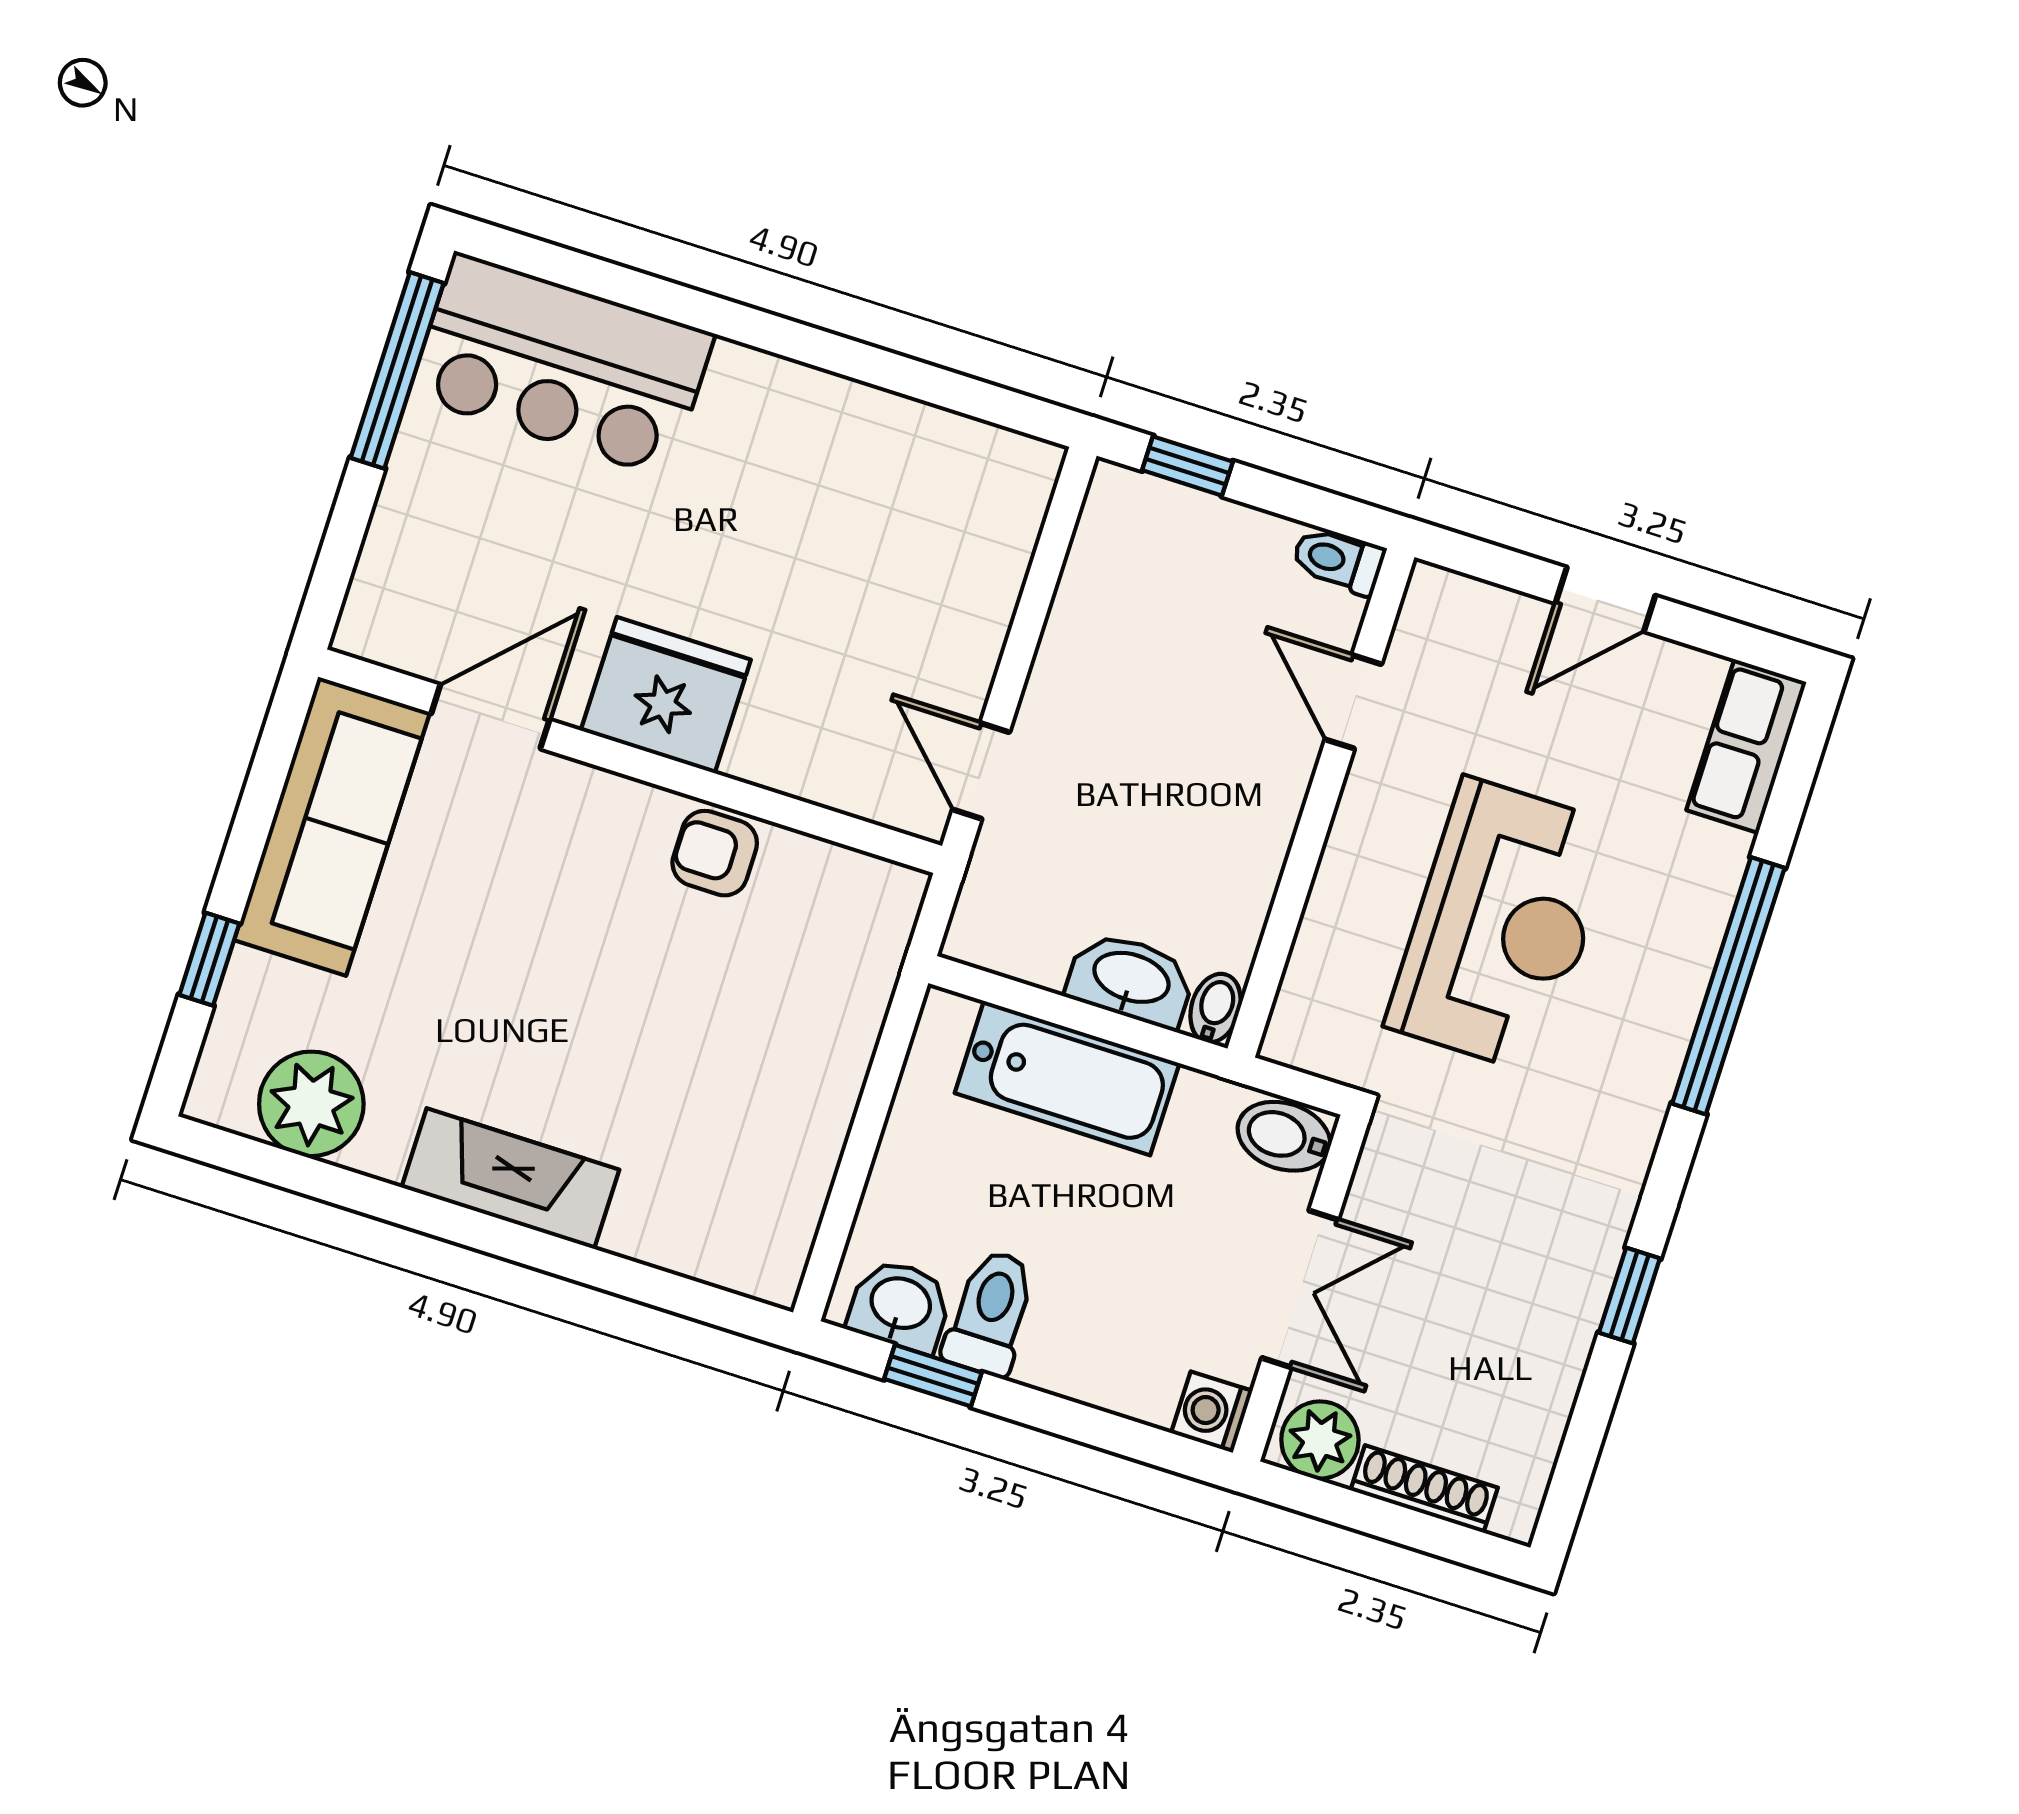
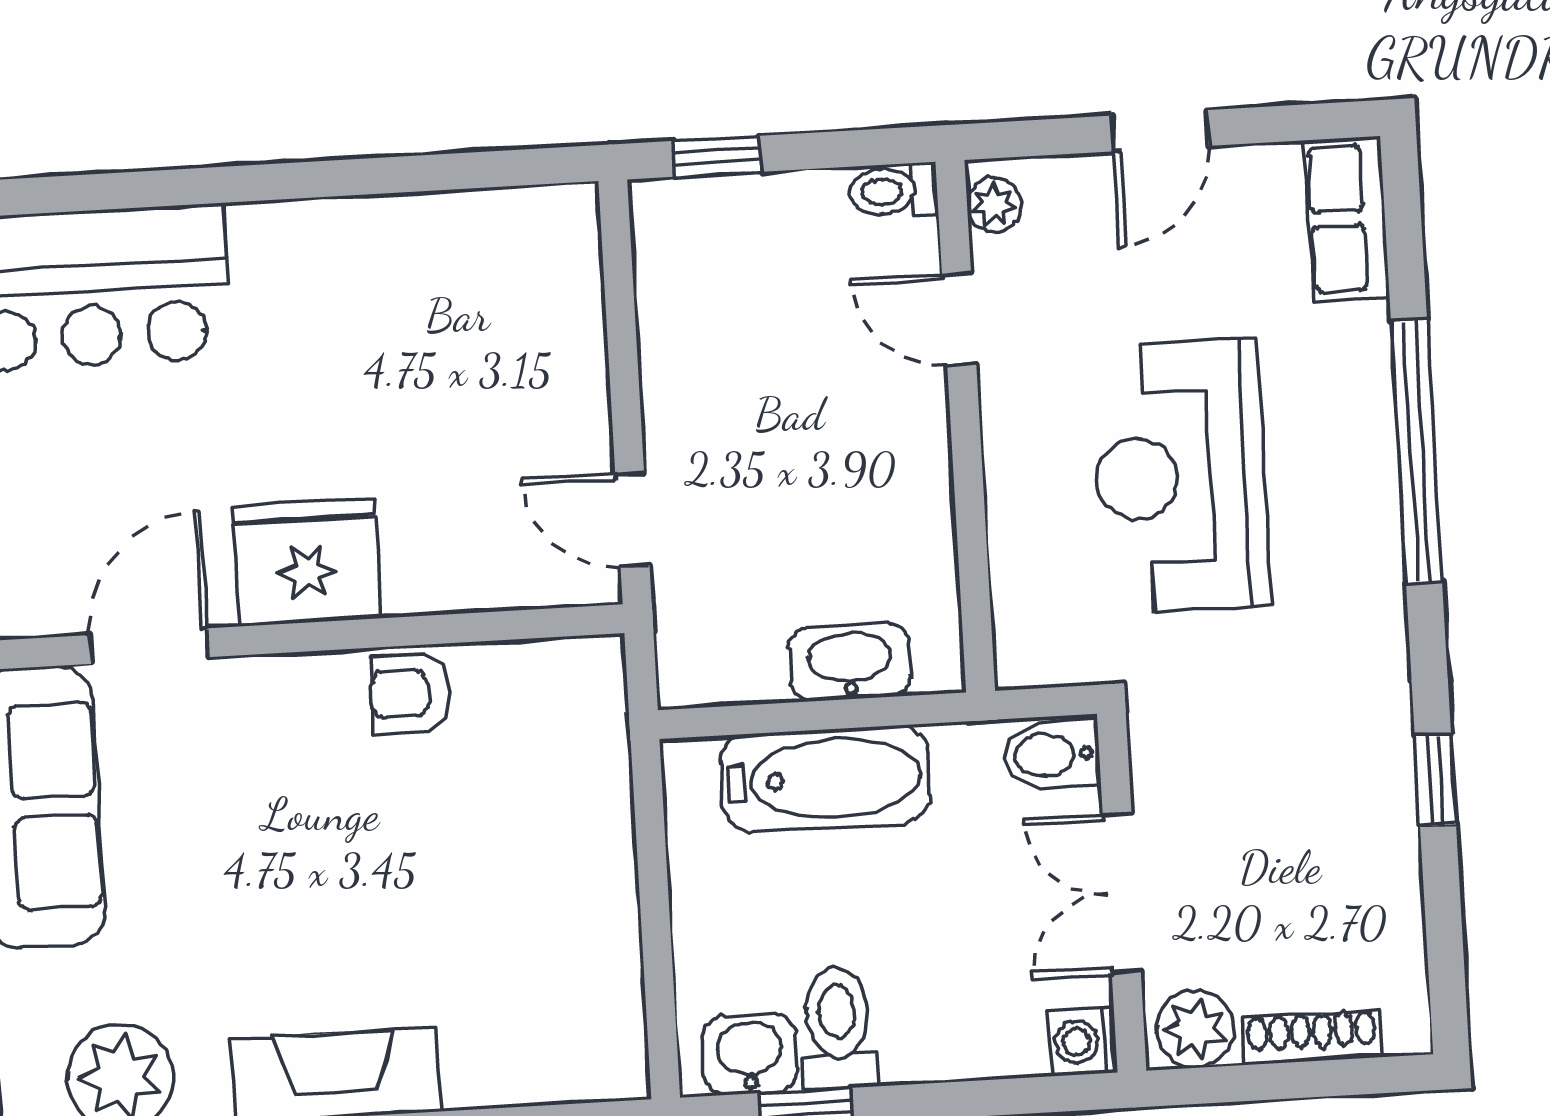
plant: (1426, 609) -> (994, 205), added
reception desk: (1502, 926) -> (1181, 477), turned 180
bidet: (1216, 1008) -> (940, 658), removed
double door: (1300, 1289) -> (1122, 893), swing flipped

